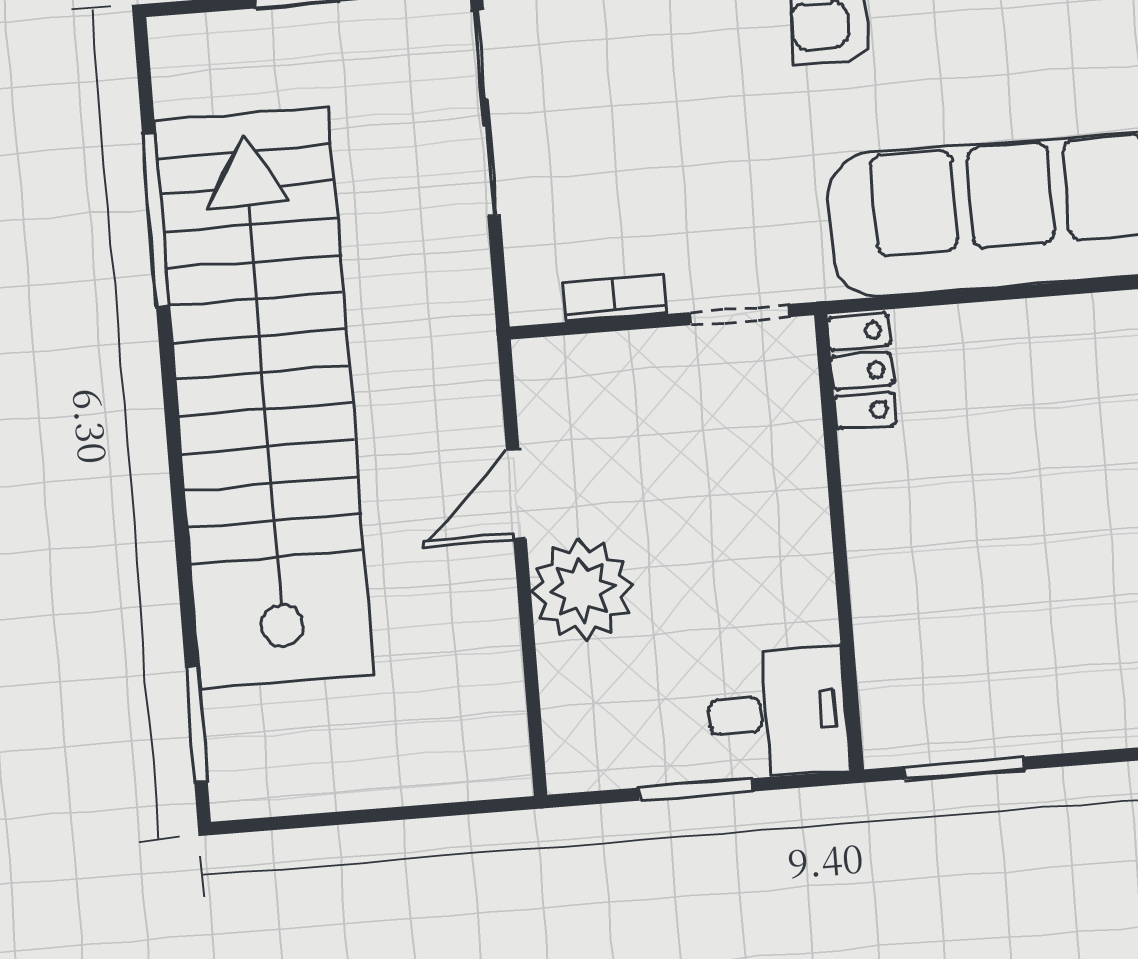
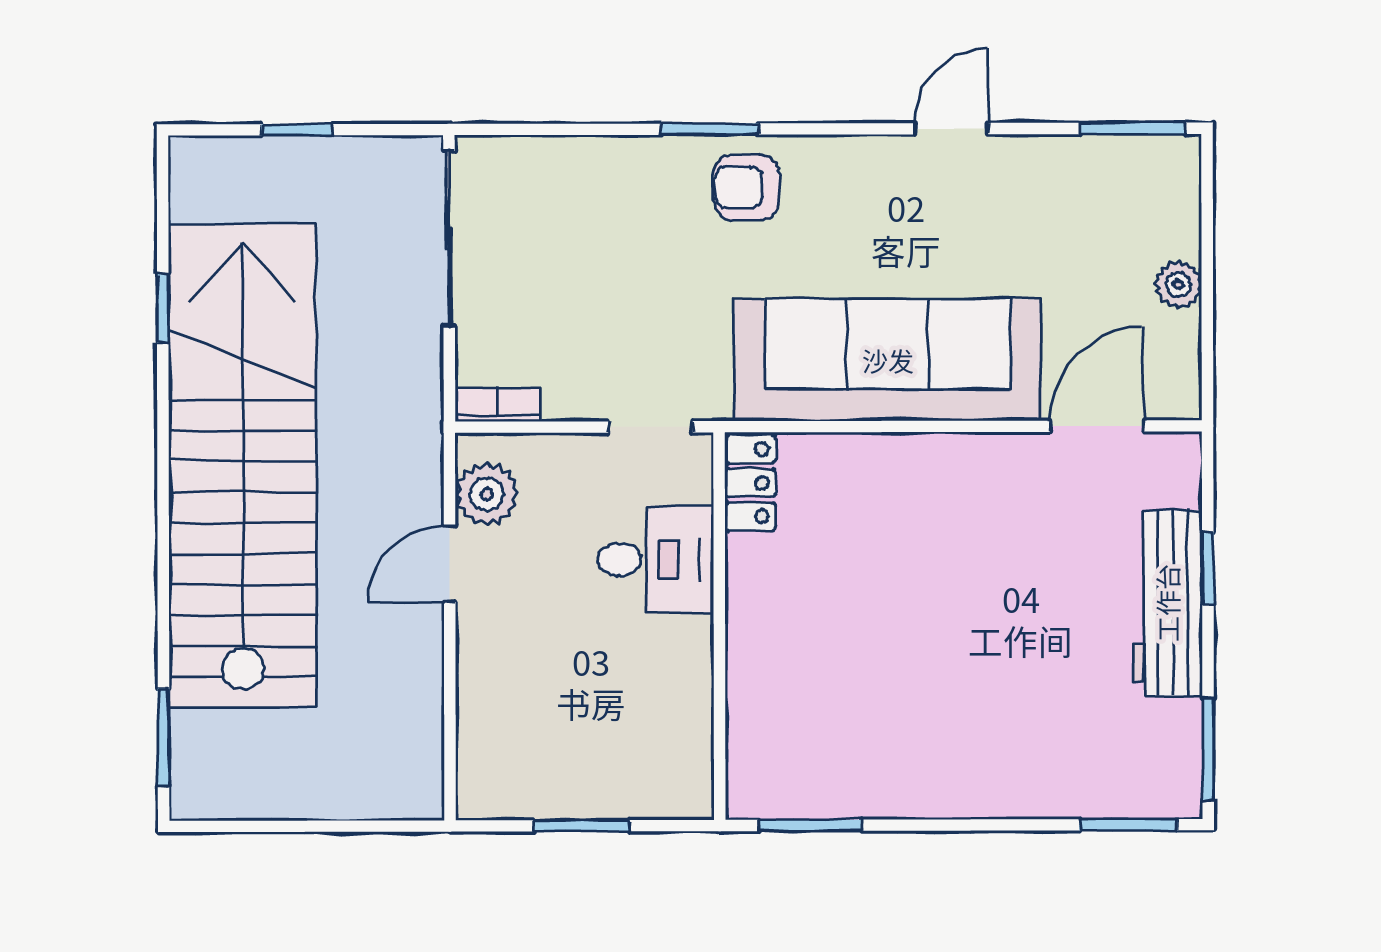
window: (156, 220) -> (163, 308), width x0.46
bookcase: (615, 298) -> (498, 404), moved
plant: (582, 590) -> (487, 494), moved, width x0.73, depth x0.73
desk: (778, 713) -> (656, 560), moved

